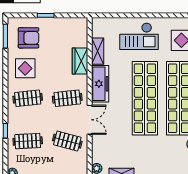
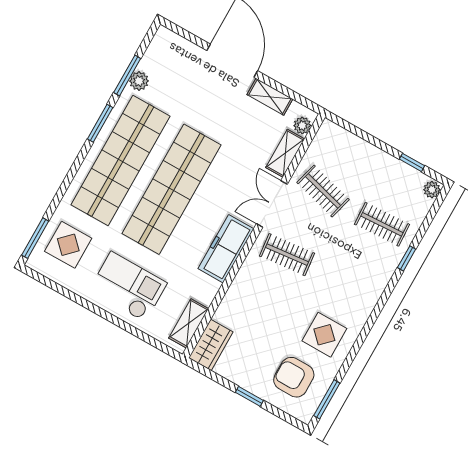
shelving: (98, 51) -> (189, 323), moved
wardrobe: (80, 61) -> (211, 345), moved
clothes rail: (28, 98) -> (346, 288), removed
shelving: (97, 149) -> (285, 153), added

